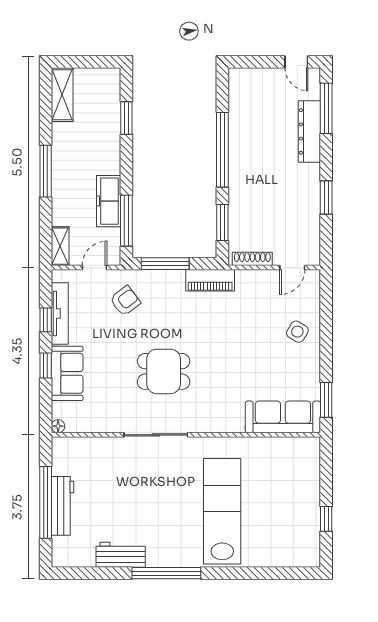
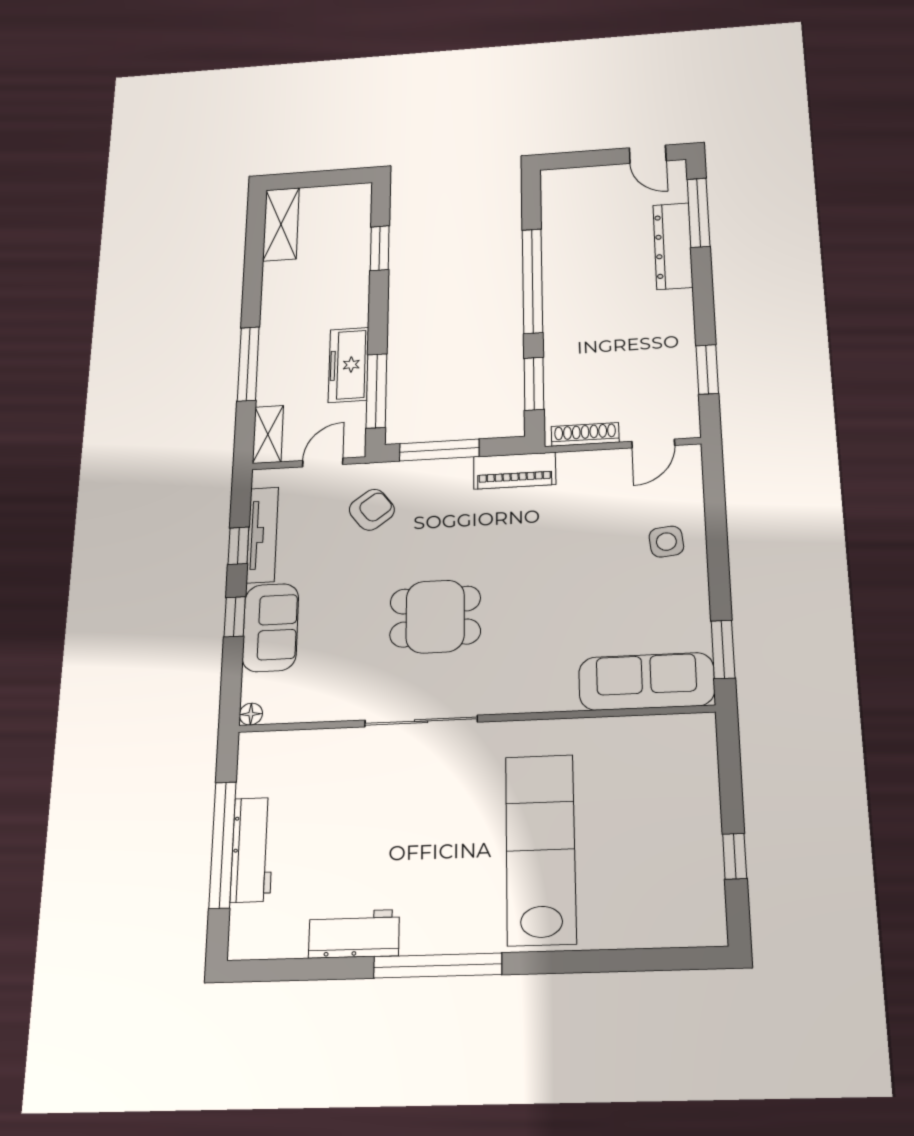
window: (46, 171) -> (248, 364), moved
window: (326, 197) -> (707, 369), moved
side table: (297, 332) -> (666, 542), turned -37

